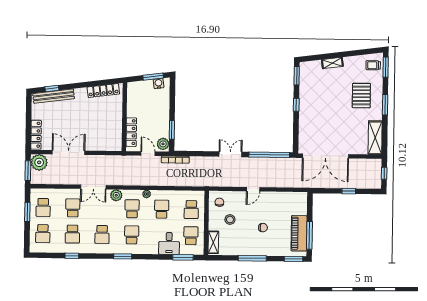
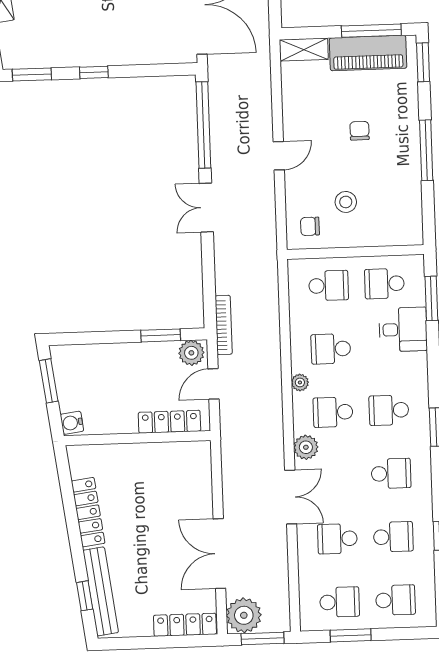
water cooler: (159, 84) -> (72, 423), moved
locker: (103, 91) -> (88, 512), moved
door: (253, 189) -> (279, 156), hinge flipped
shelving: (213, 242) -> (304, 50), moved

